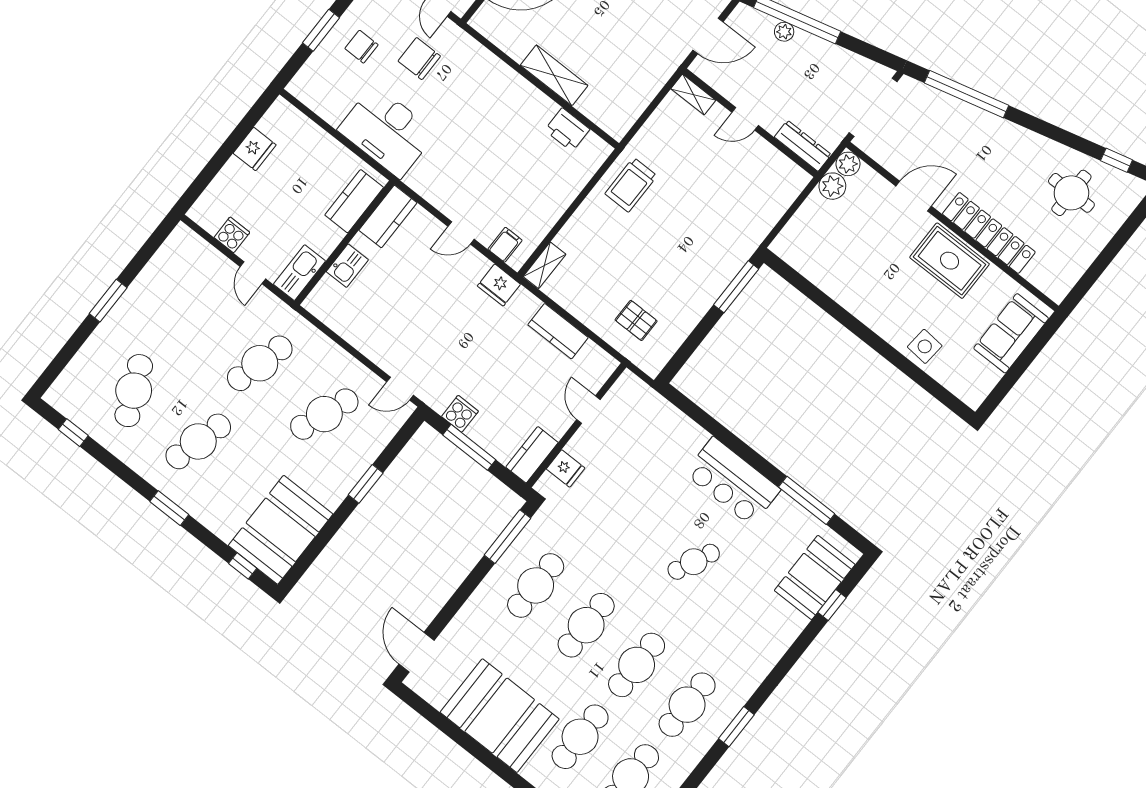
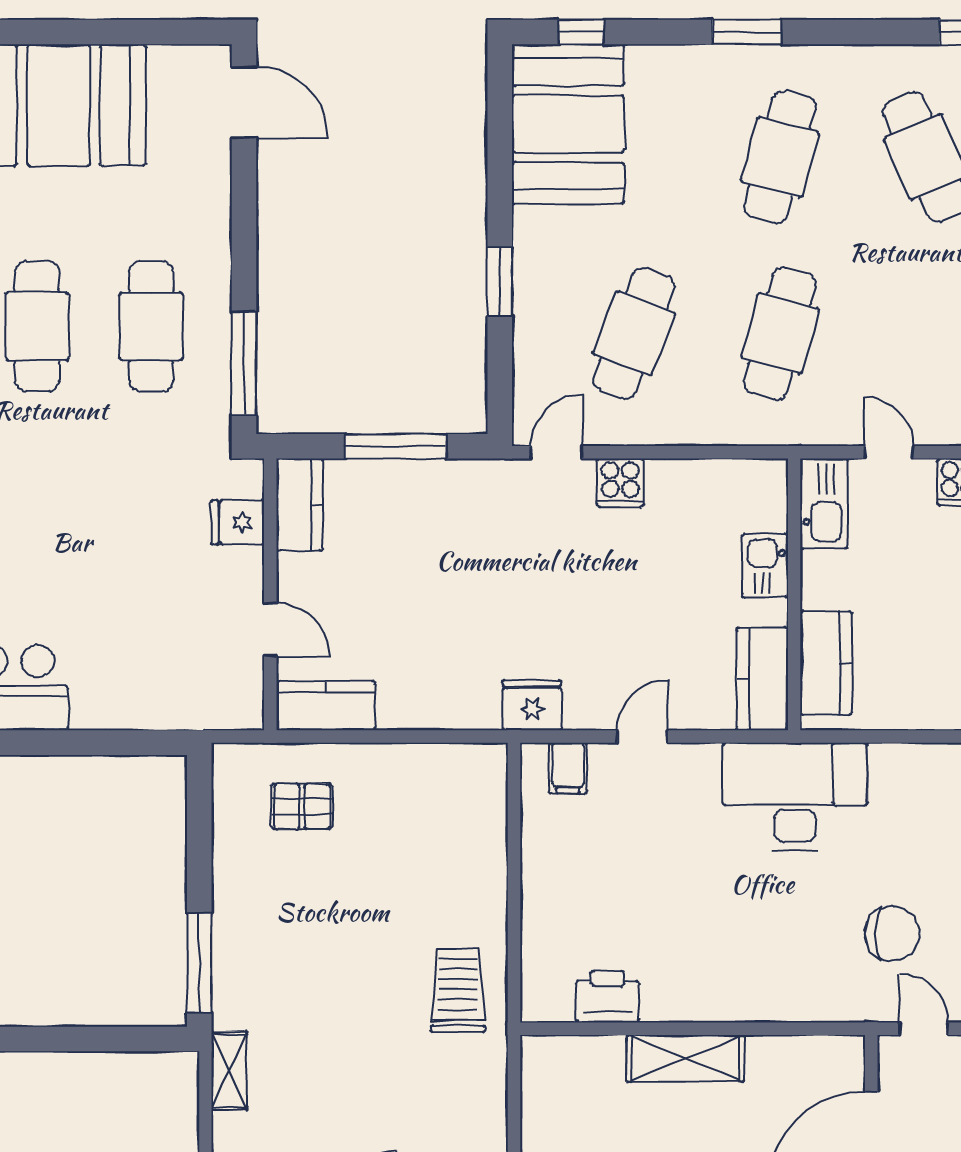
desk: (387, 131) -> (795, 797), moved
shelving: (545, 265) -> (229, 1071), moved
kitchen counter: (558, 331) -> (326, 706), moved
cooker: (460, 414) -> (620, 483), moved

